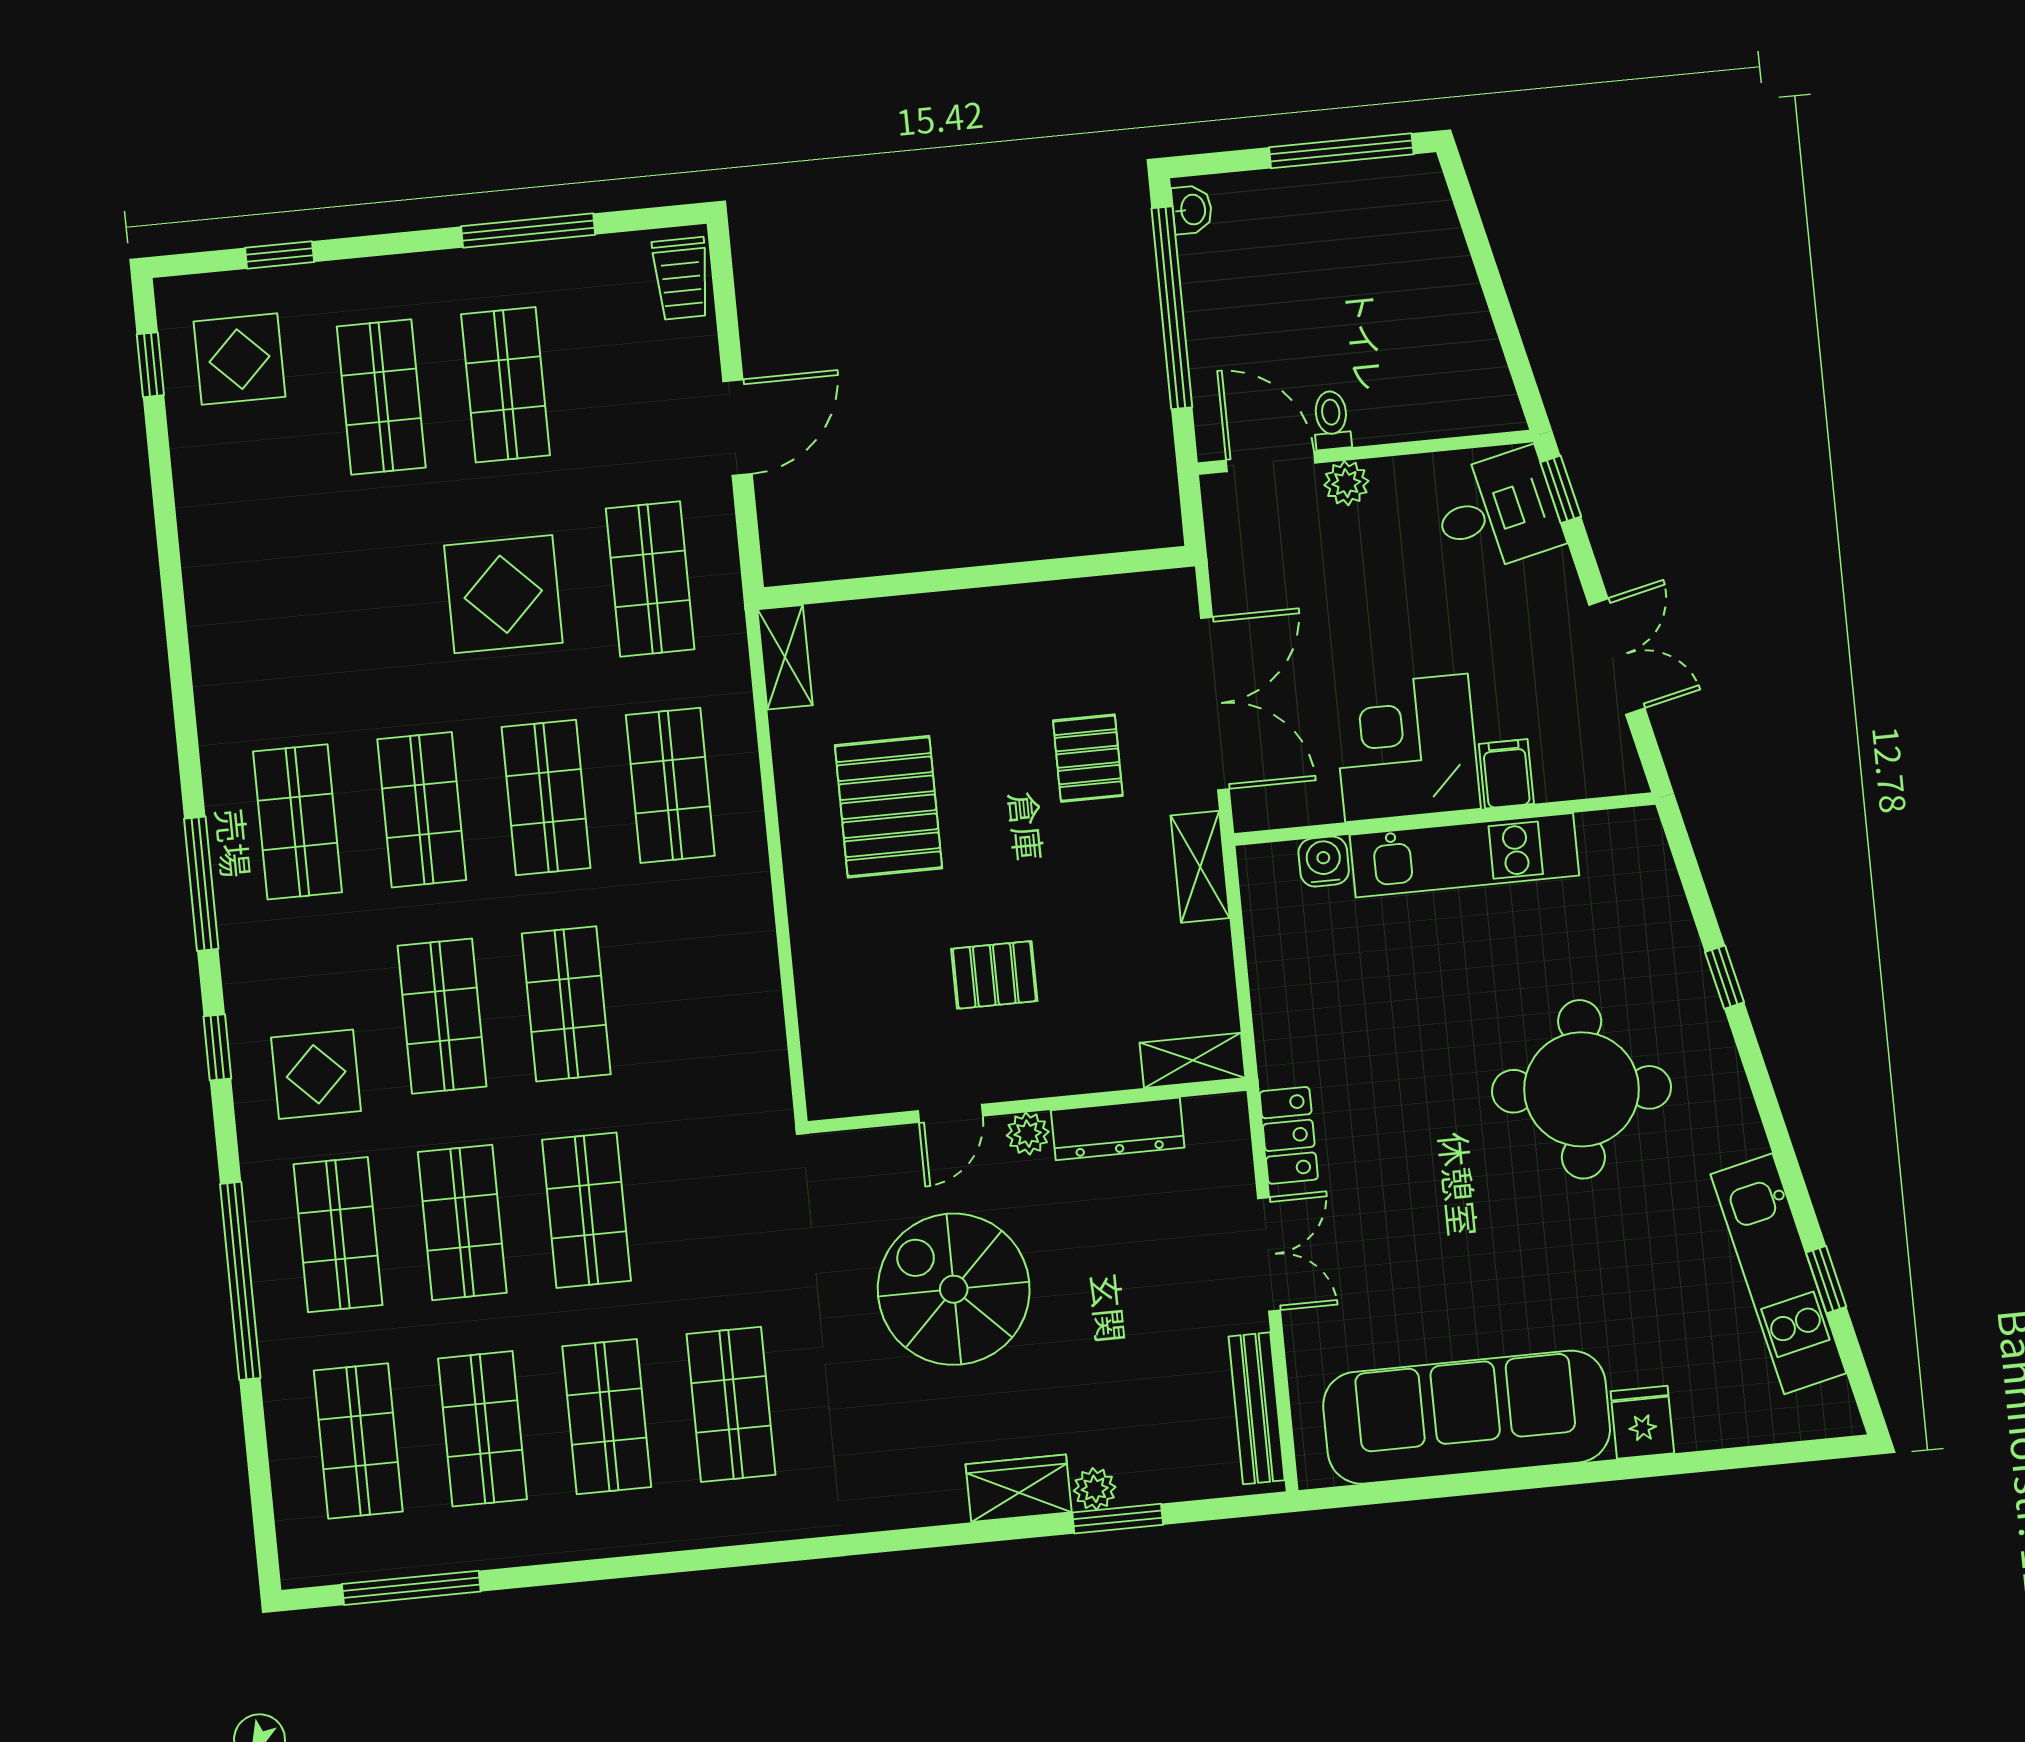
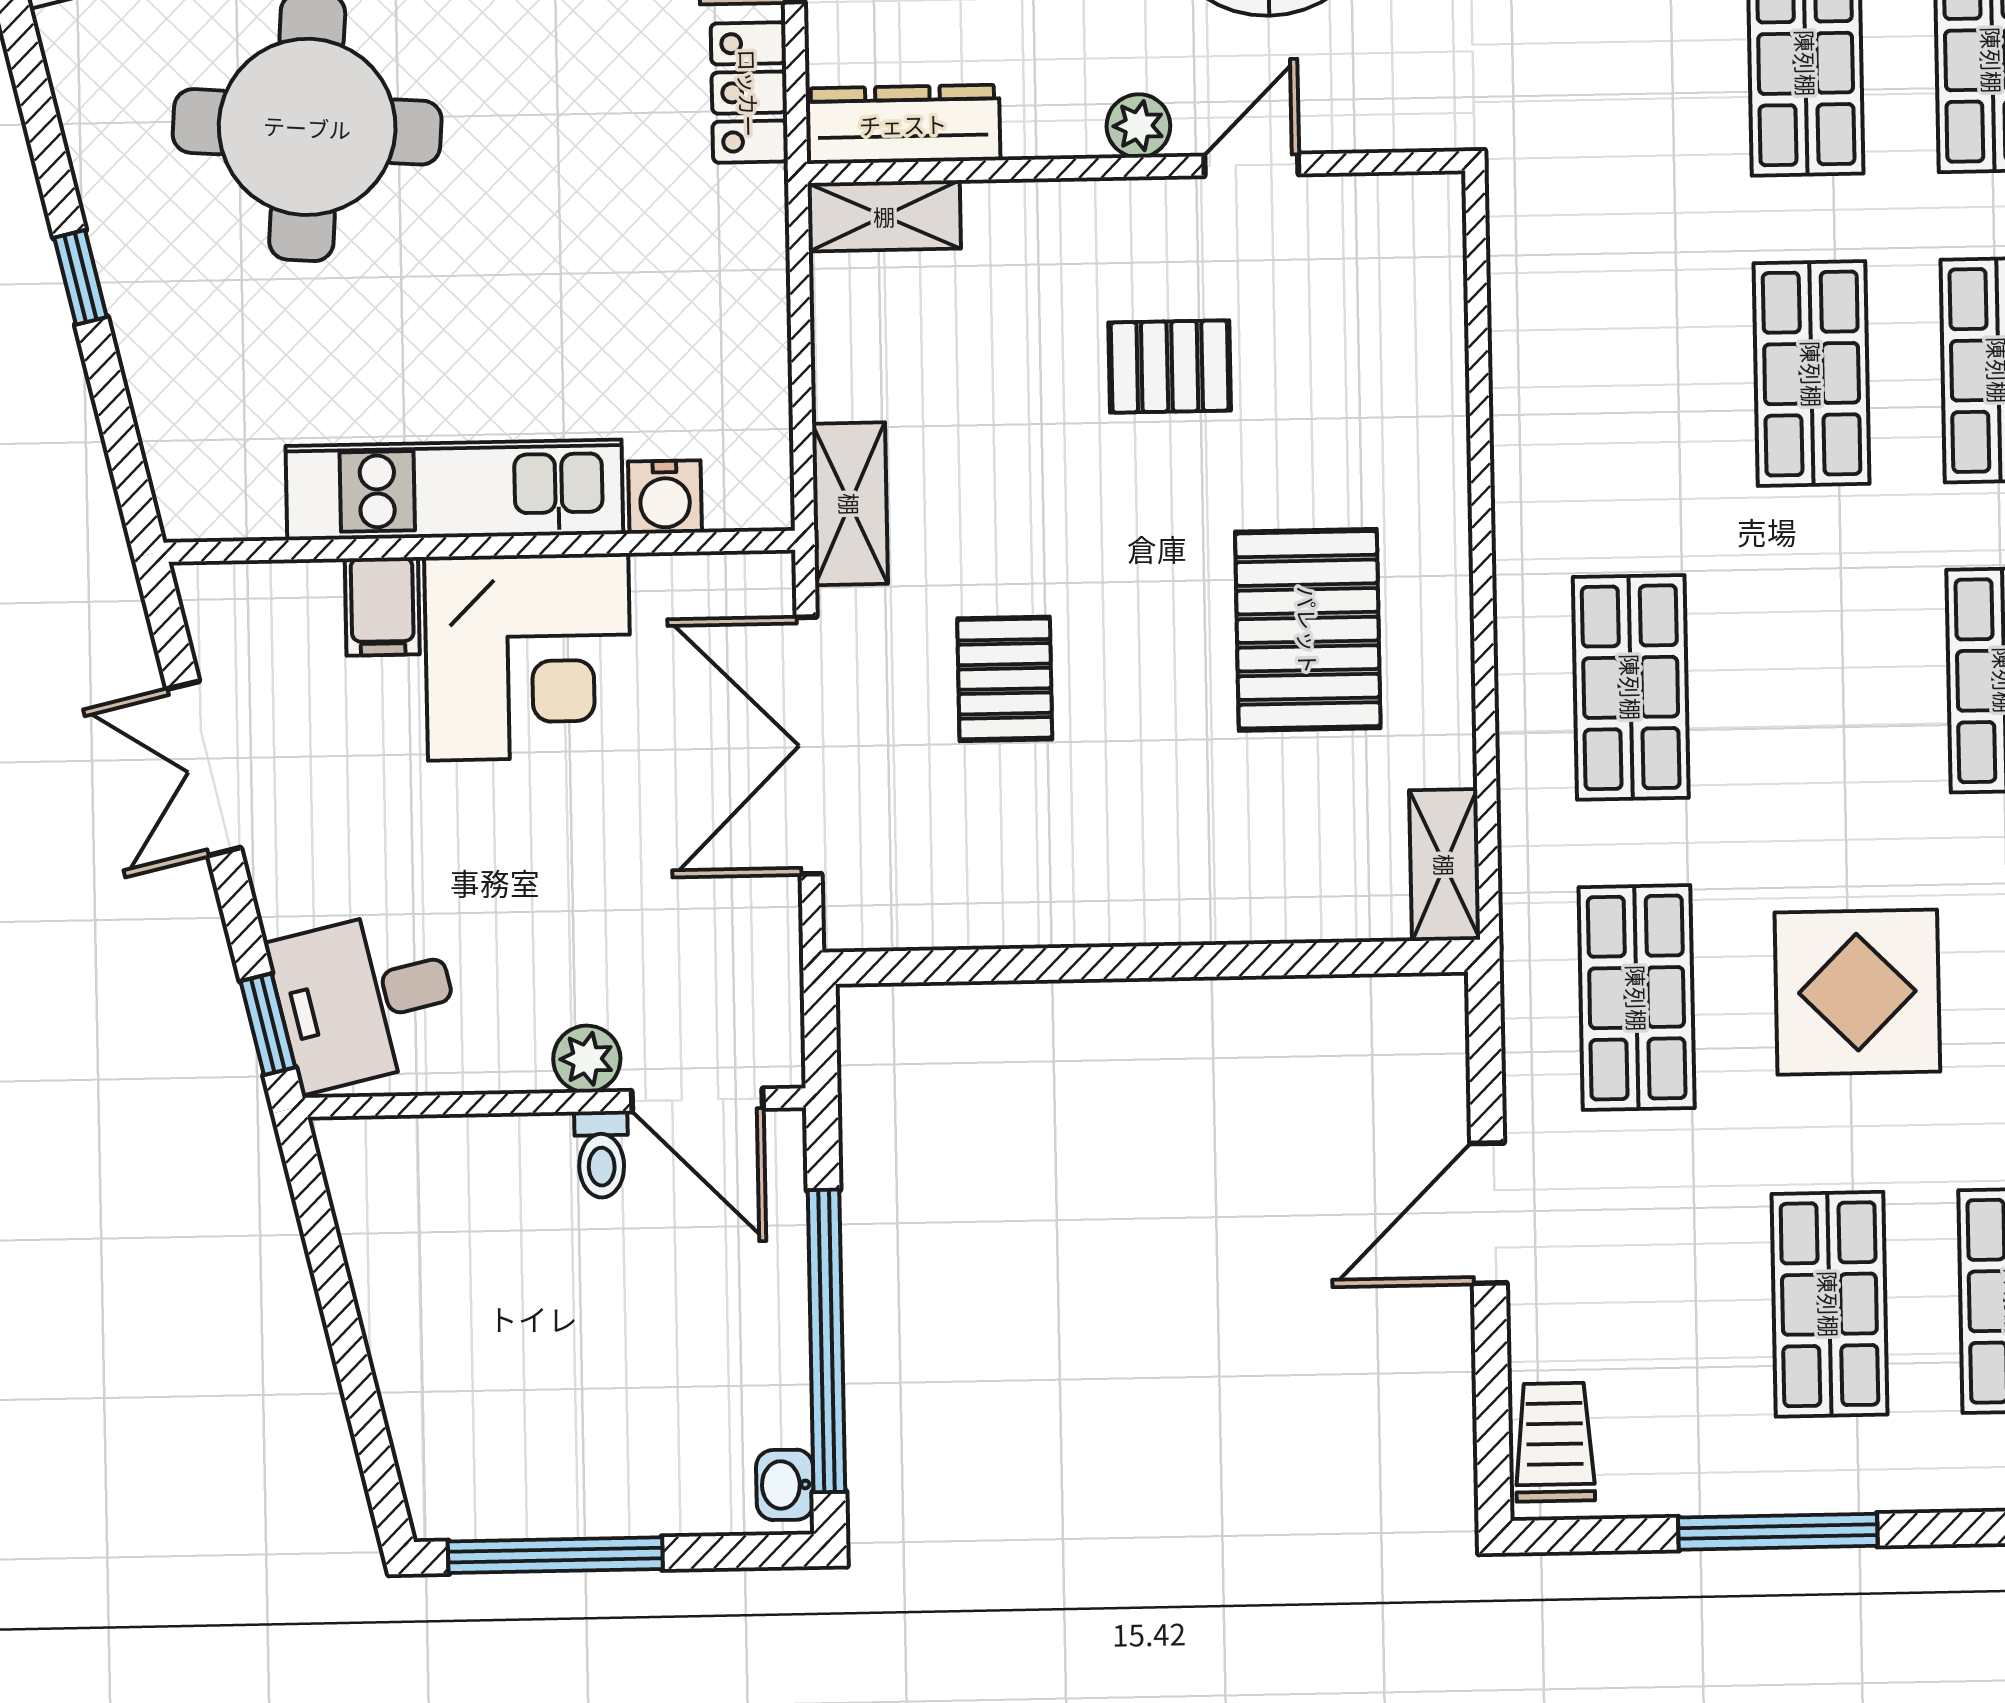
shop shelf: (546, 798) -> (1818, 684), removed
dresser: (1118, 1129) -> (903, 124), moved

